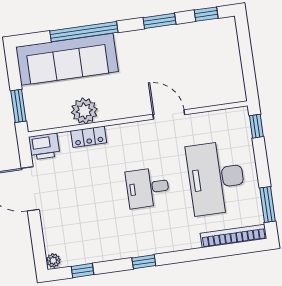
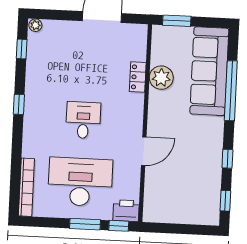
window: (159, 21) -> (227, 159), width x0.67
printer: (44, 146) -> (126, 211), moved, turned 90
window: (267, 204) -> (85, 224), moved

